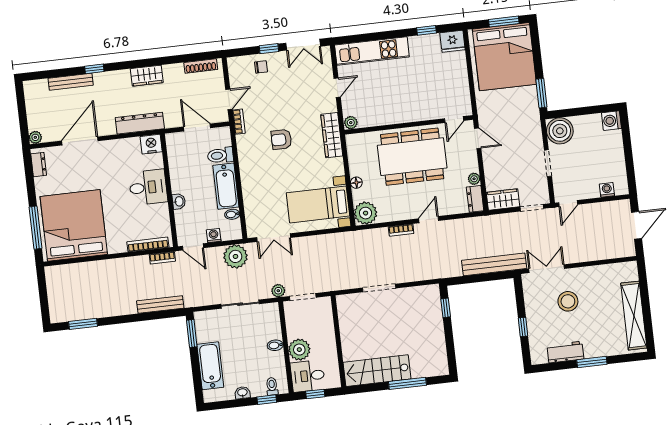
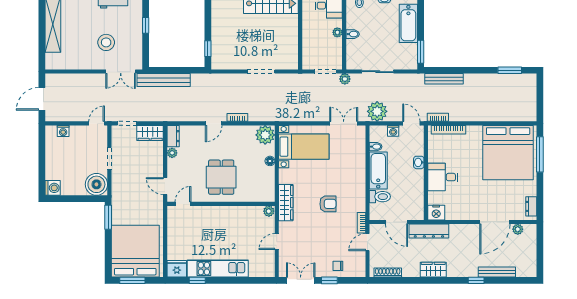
kitchen unit: (372, 51) -> (218, 269), moved
dresser: (140, 123) -> (429, 231), moved
plant: (35, 137) -> (518, 229), moved
dining table: (412, 157) -> (221, 177), width x0.53, depth x0.80
plant: (299, 350) -> (337, 32), width x0.53, depth x0.53

